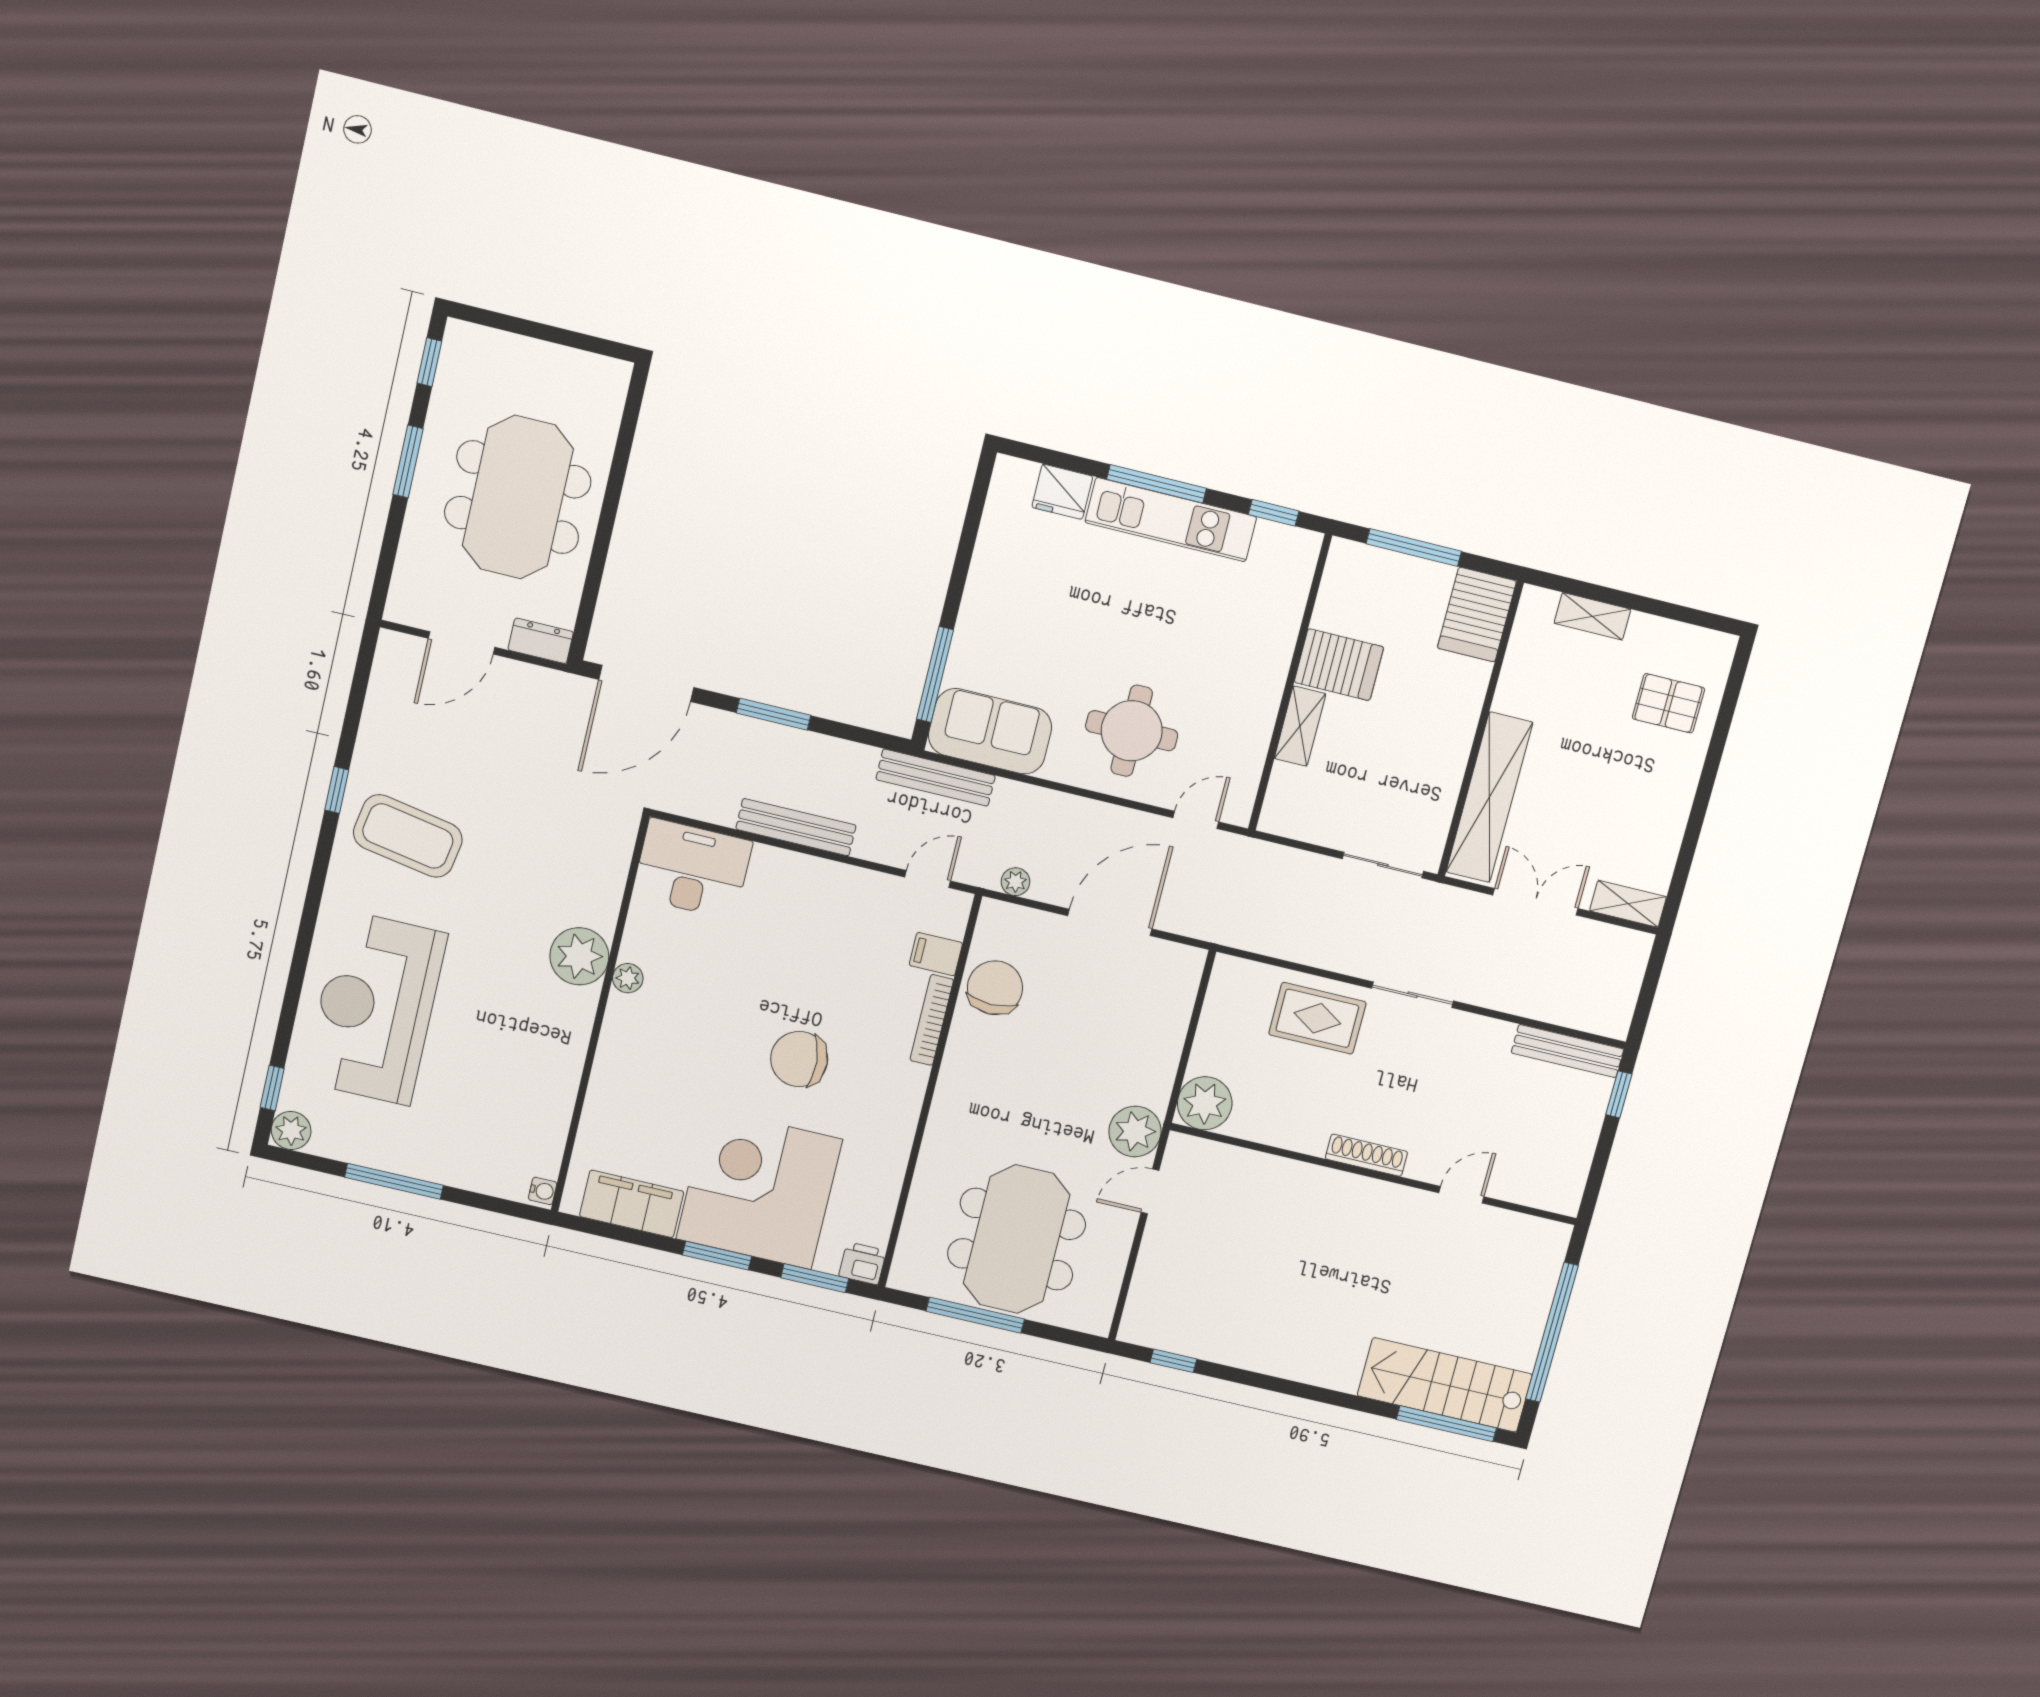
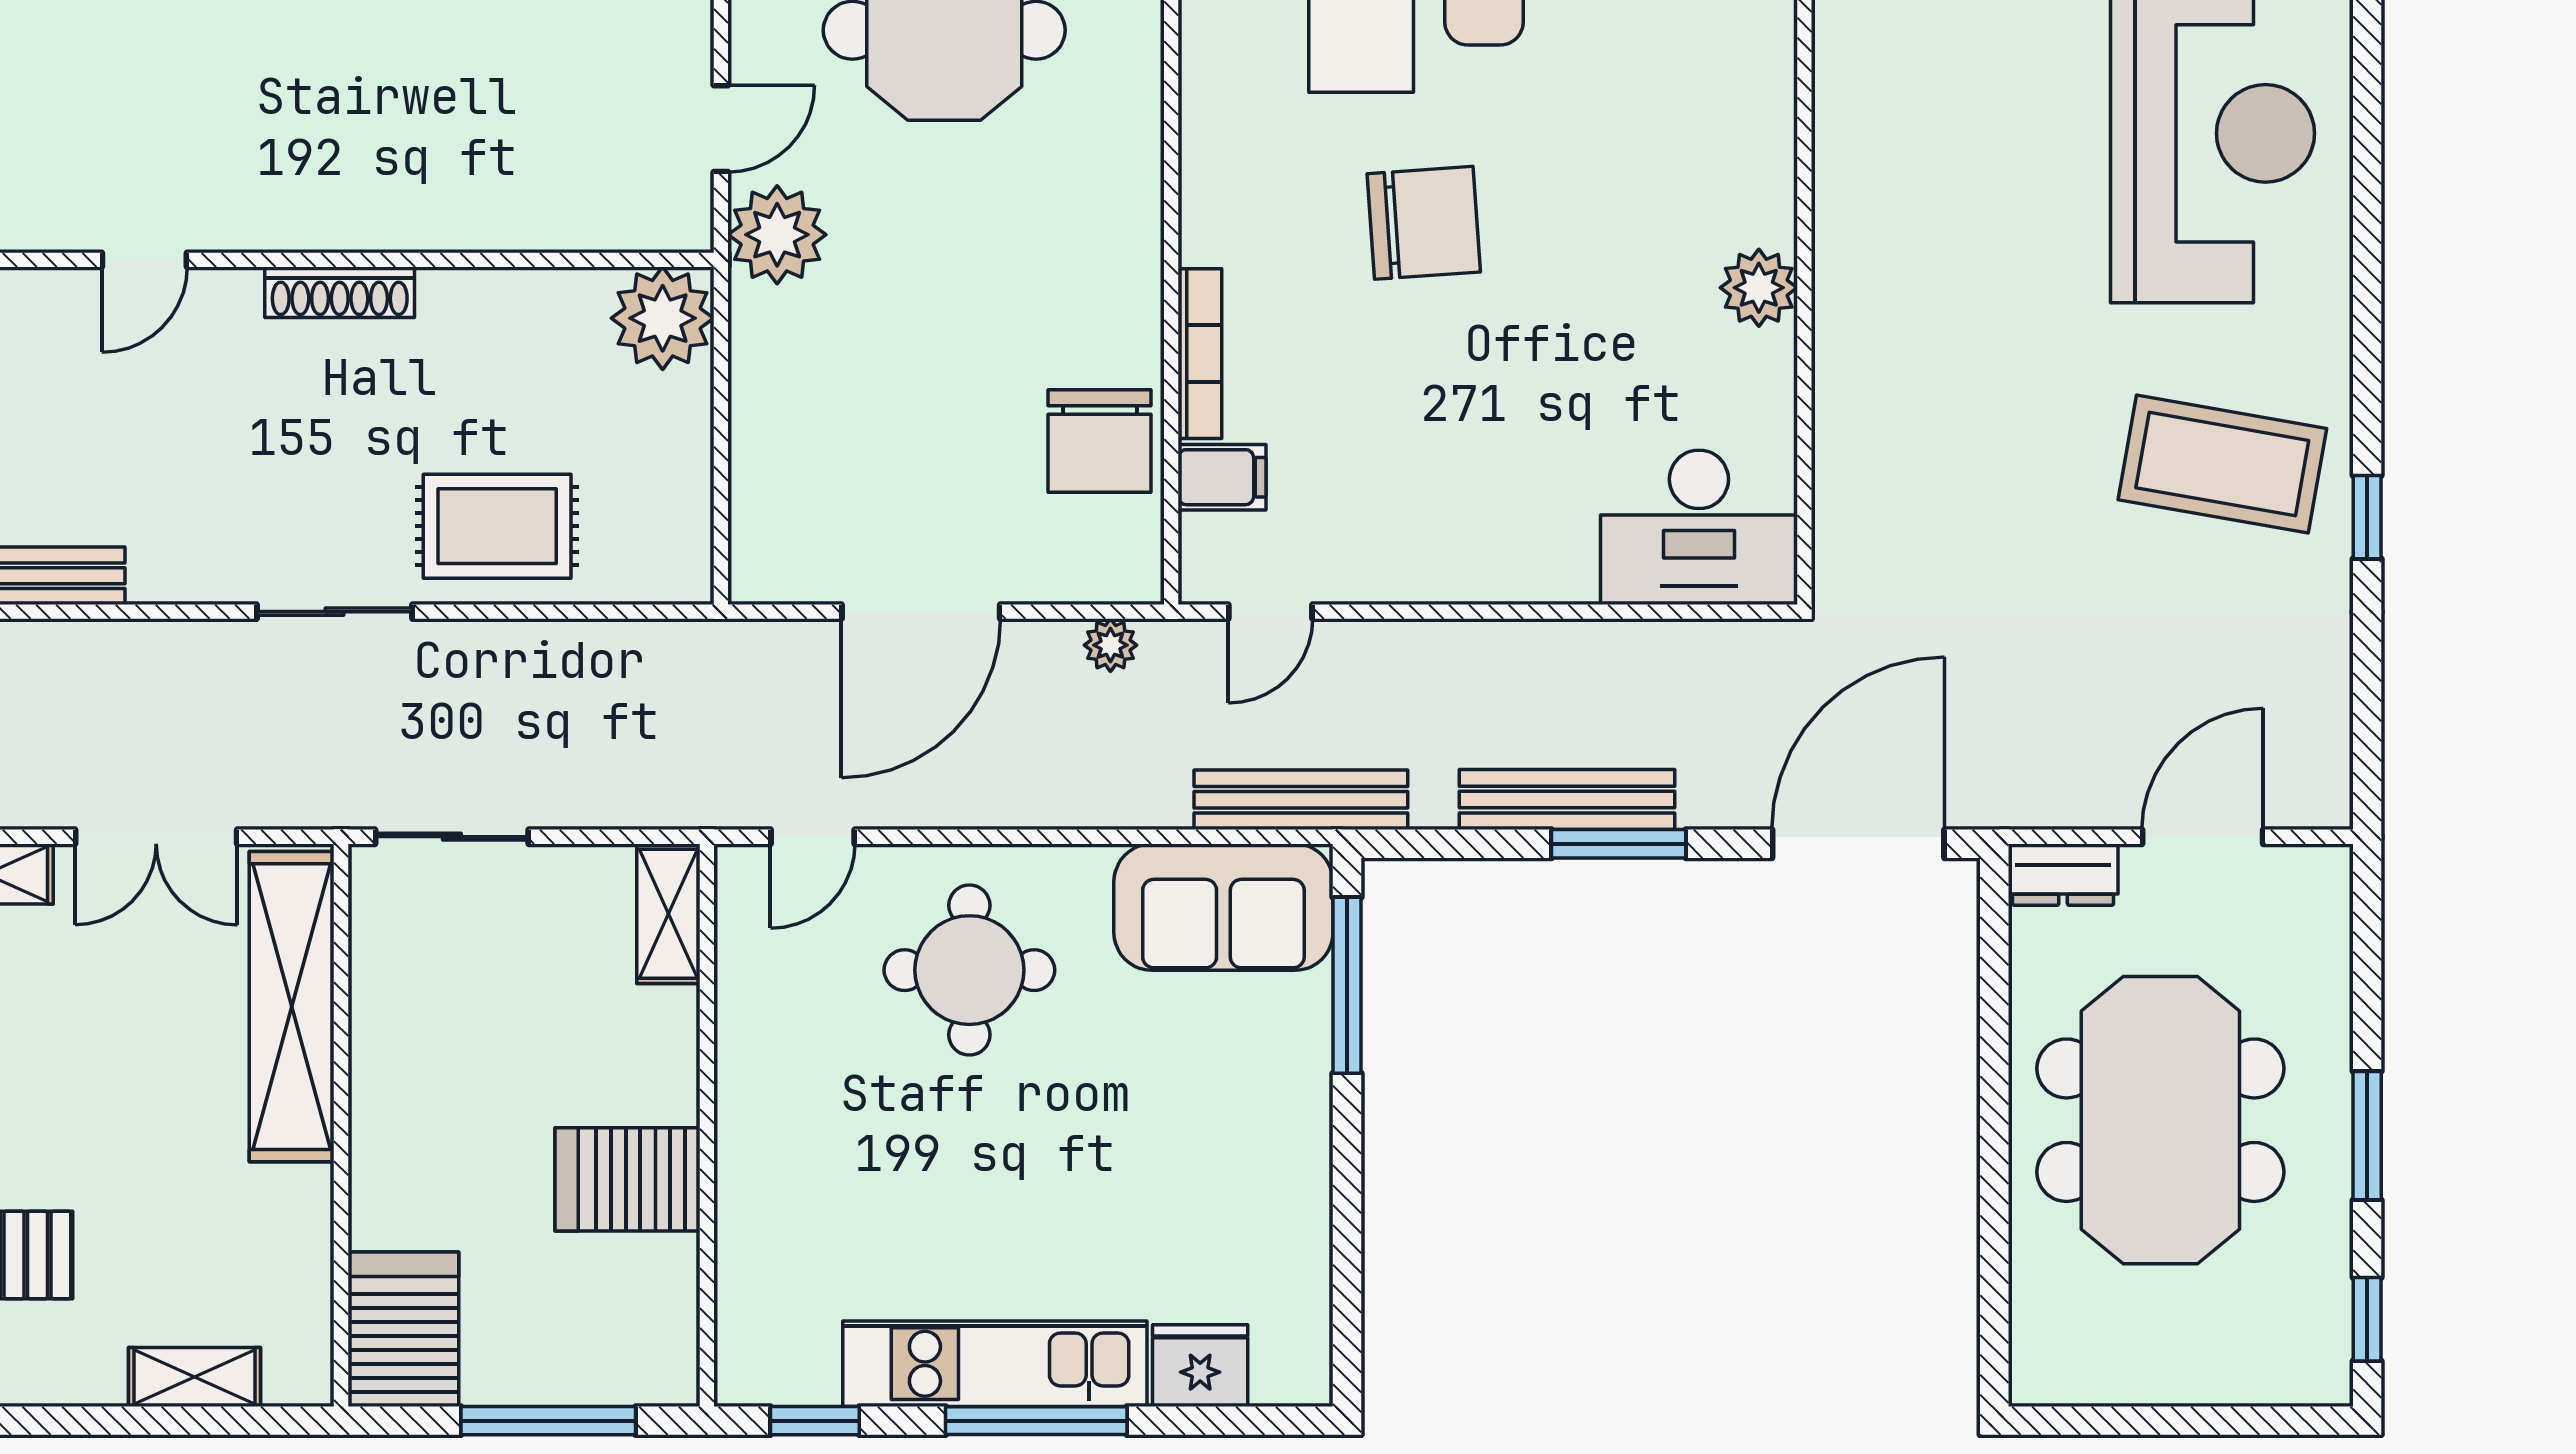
shelving: (1300, 726) -> (668, 914), moved
bench: (796, 827) -> (1567, 800), moved
plant: (579, 956) -> (1866, 318), removed
plant: (628, 978) -> (1759, 288), width x1.38, depth x1.38

